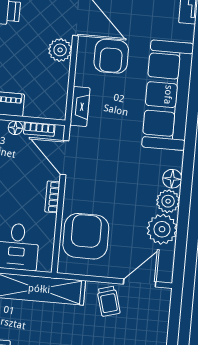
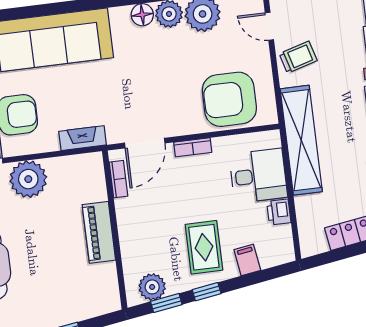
plant: (60, 50) -> (28, 179), width x1.36, depth x1.36
floor lamp: (15, 128) -> (123, 207), removed
door: (140, 283) -> (269, 26), width x0.73

